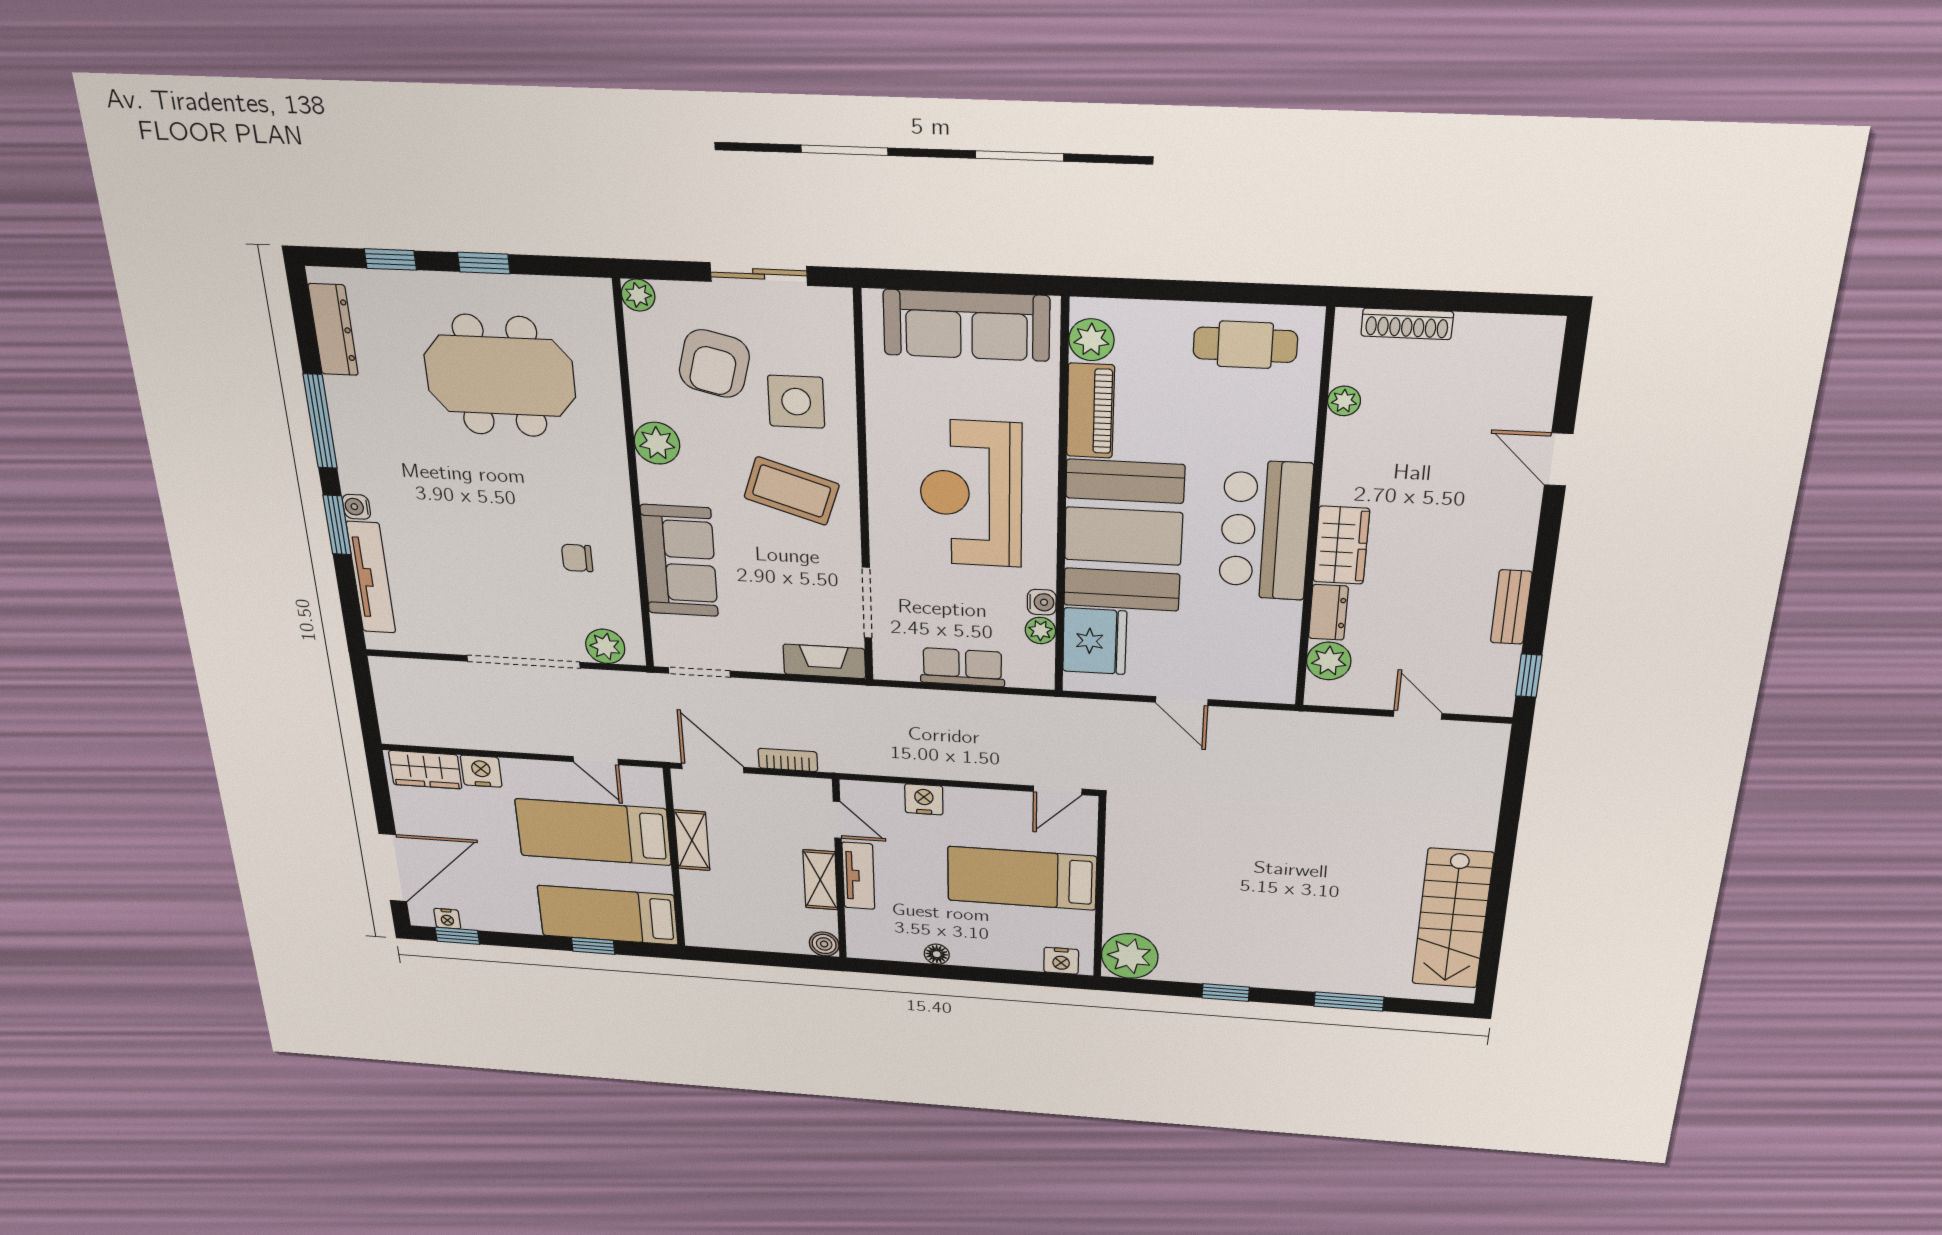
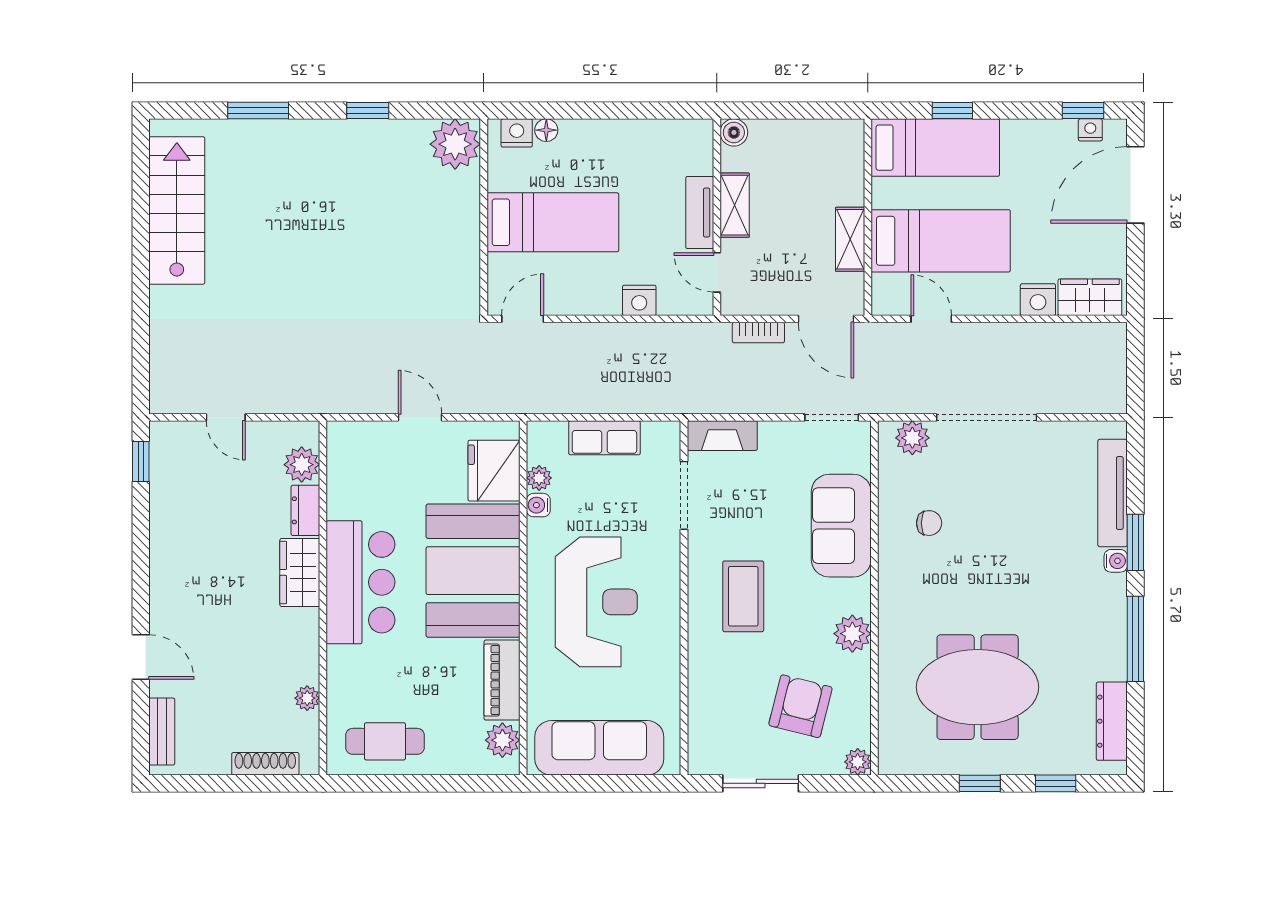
side table: (796, 402) -> (736, 676), removed
coffee table: (792, 491) -> (743, 596), turned 72
bench: (1511, 607) -> (162, 732), moved
floor lamp: (937, 954) -> (546, 130), moved

